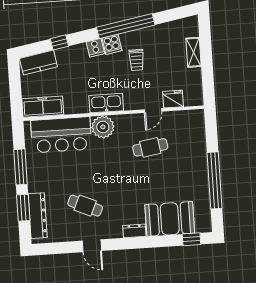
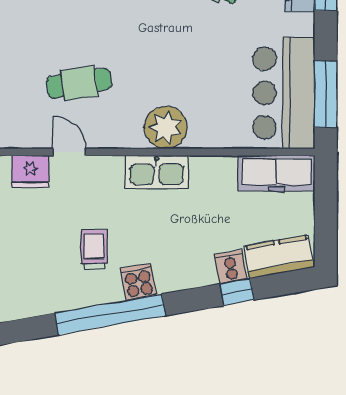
cooker: (95, 48) -> (231, 267), moved
door: (153, 111) -> (69, 152), hinge flipped
bar counter: (61, 135) -> (284, 93), moved, turned -90
window: (21, 167) -> (326, 94), moved

